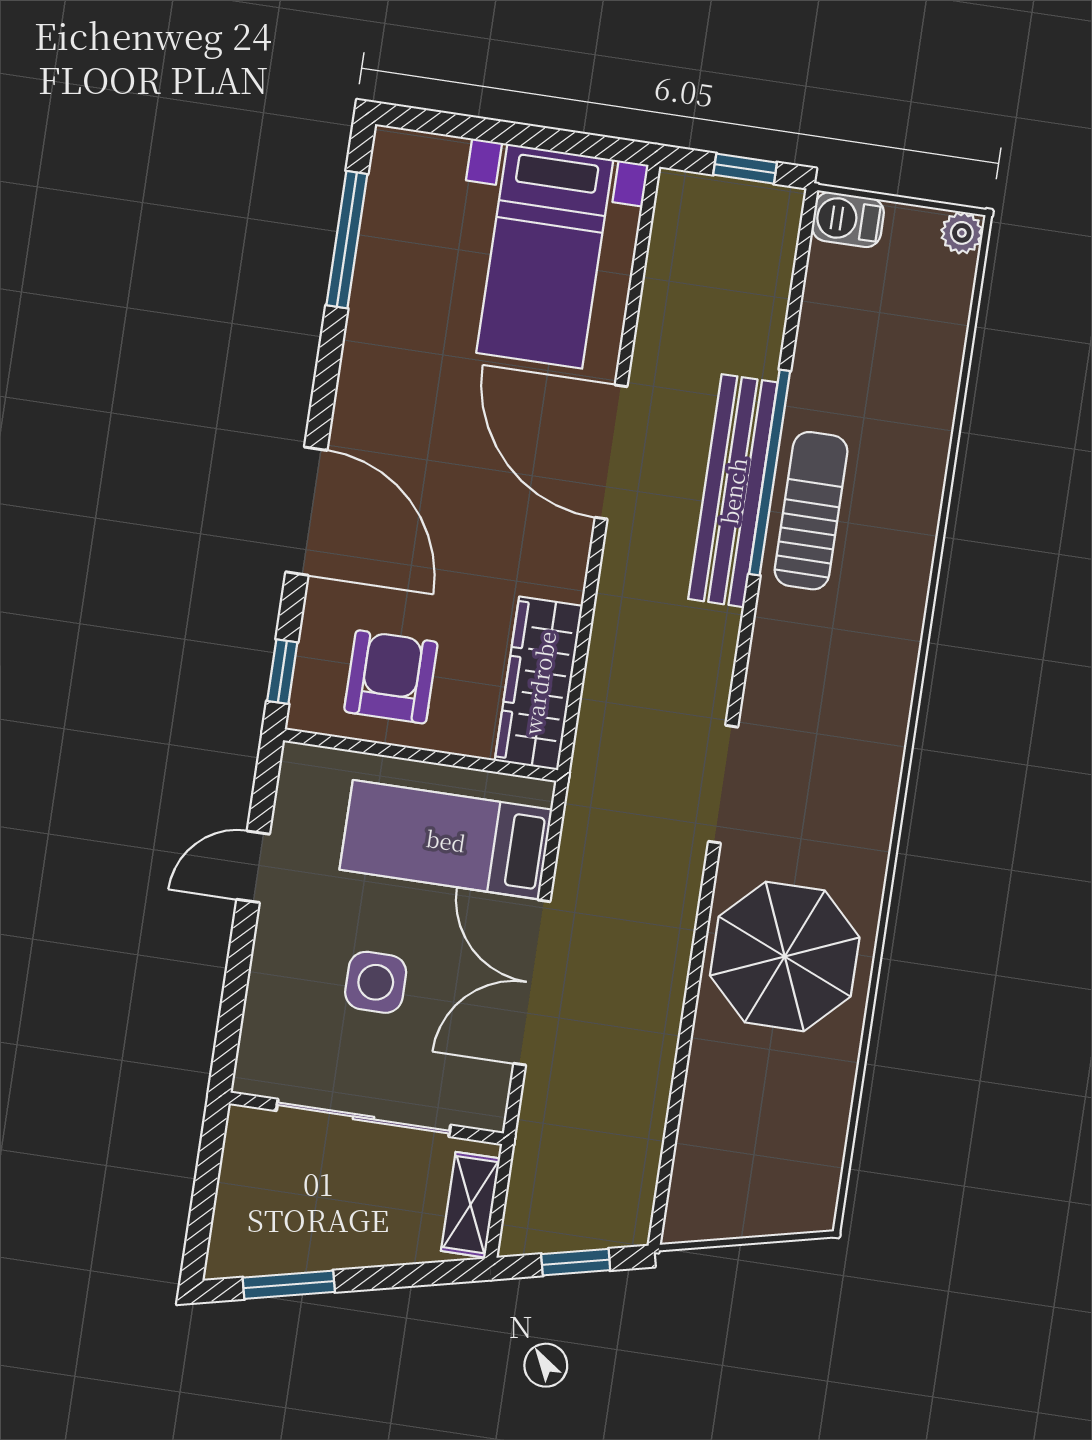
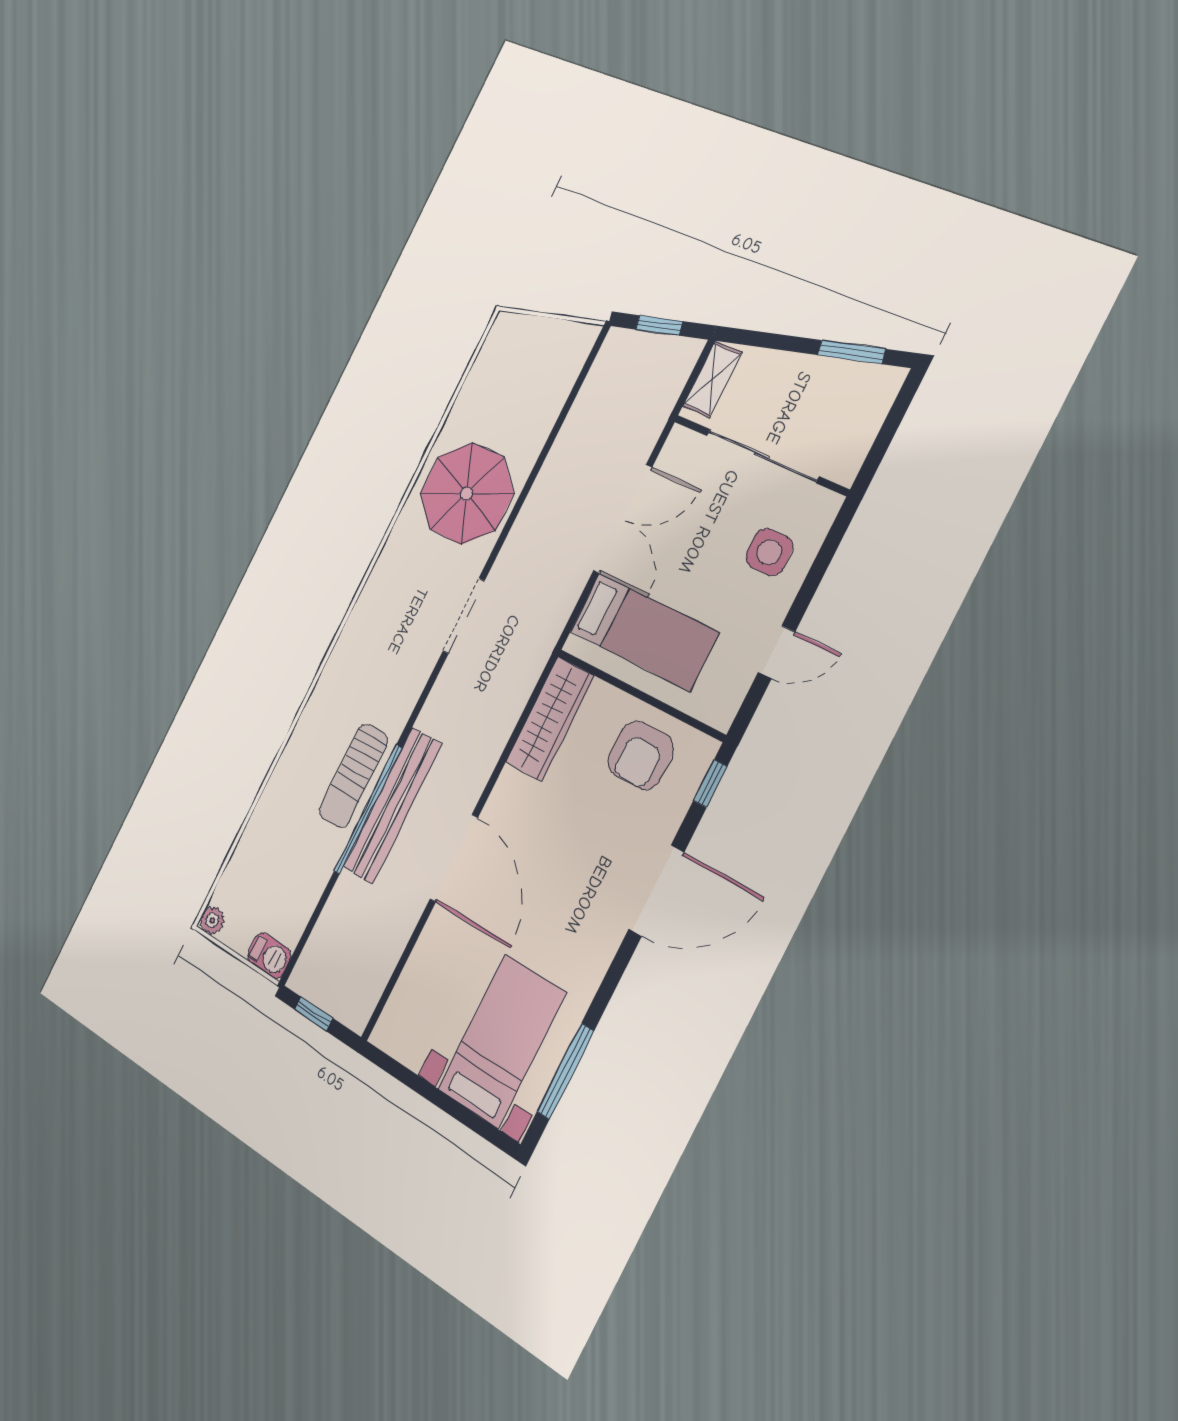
bed with nightstands: (545, 256) -> (502, 1041), moved
door: (306, 511) -> (656, 891), swing flipped
side table: (376, 982) -> (769, 552), moved

